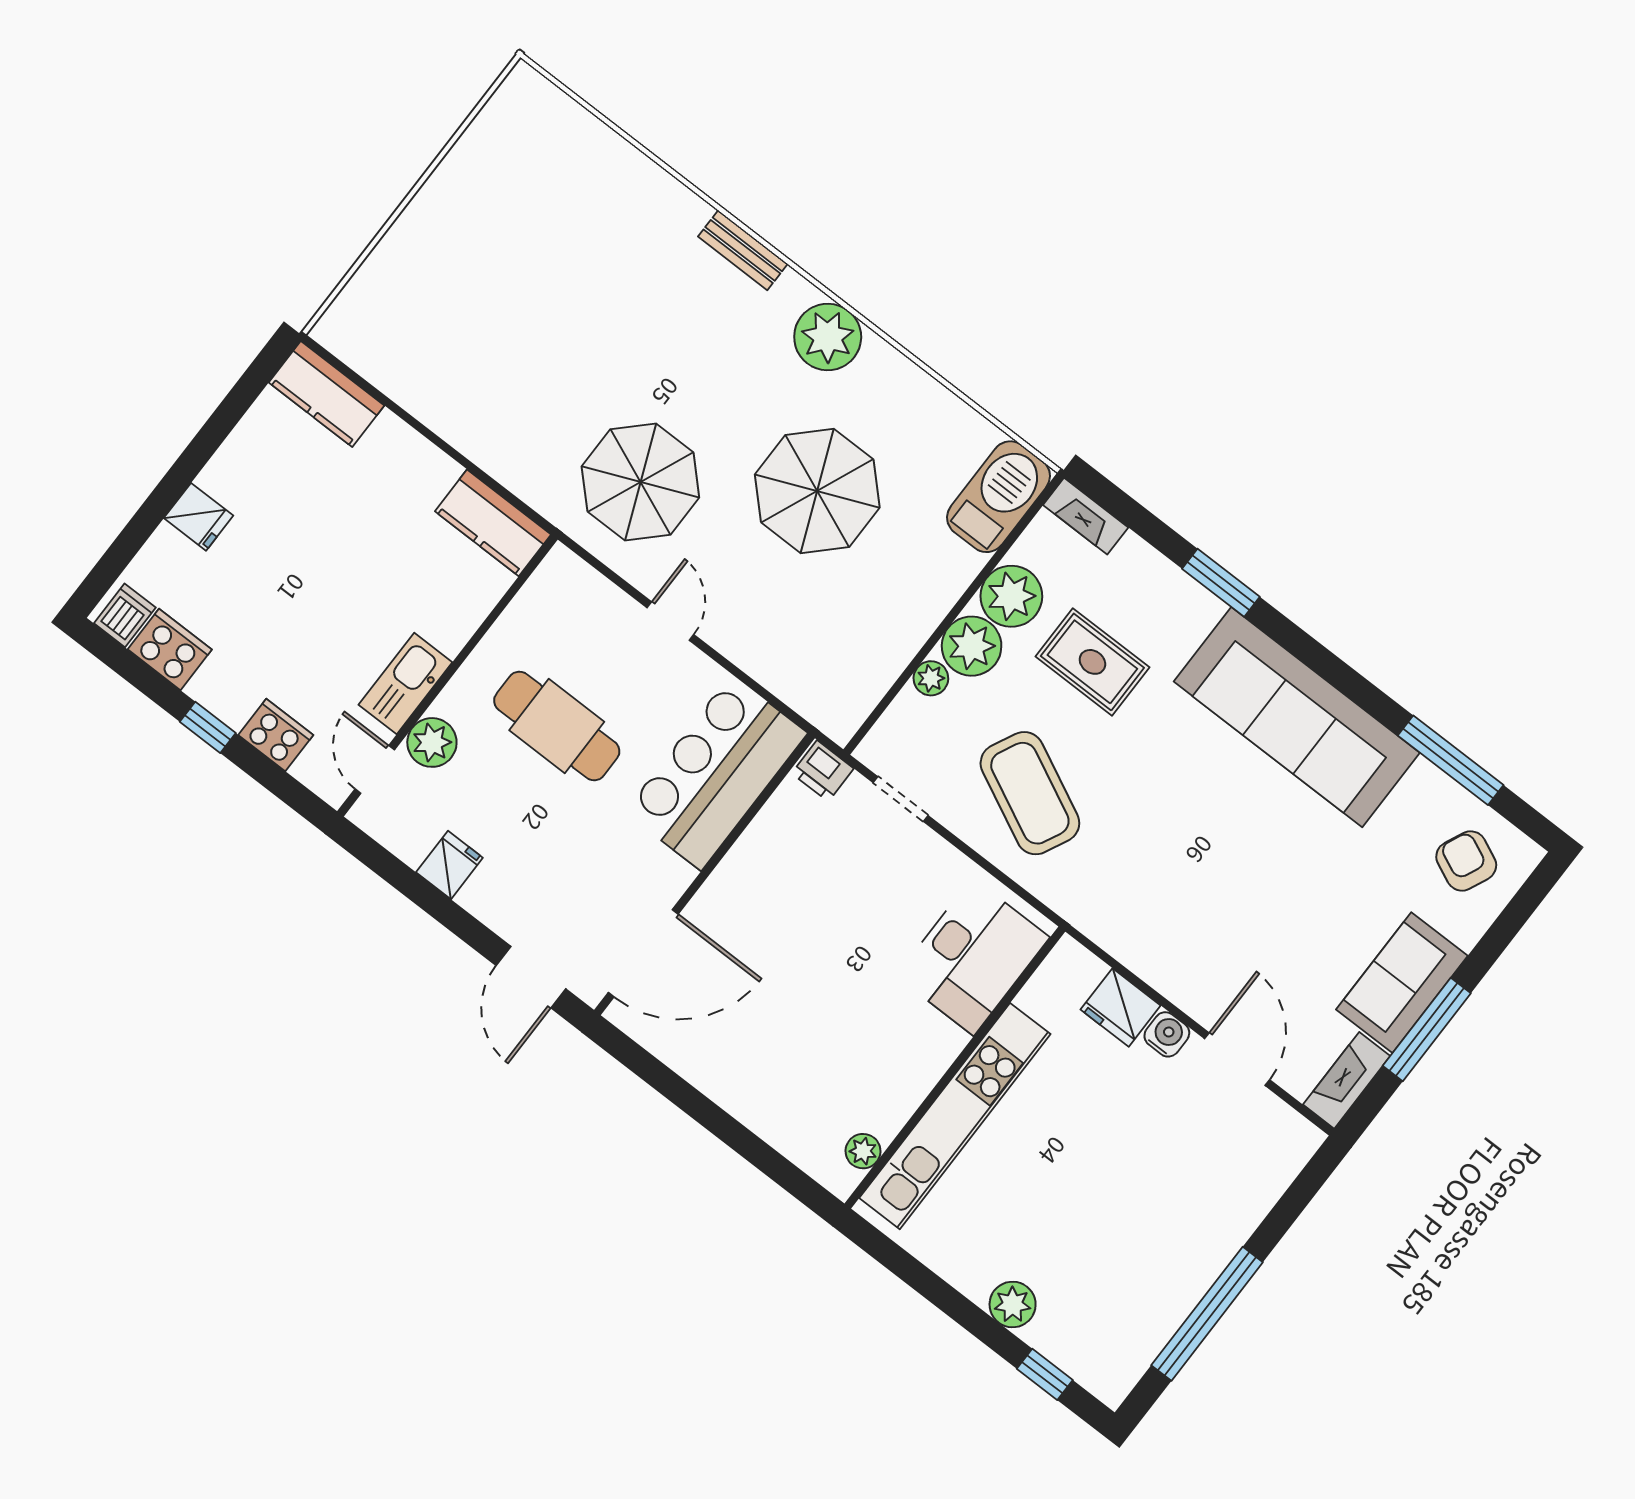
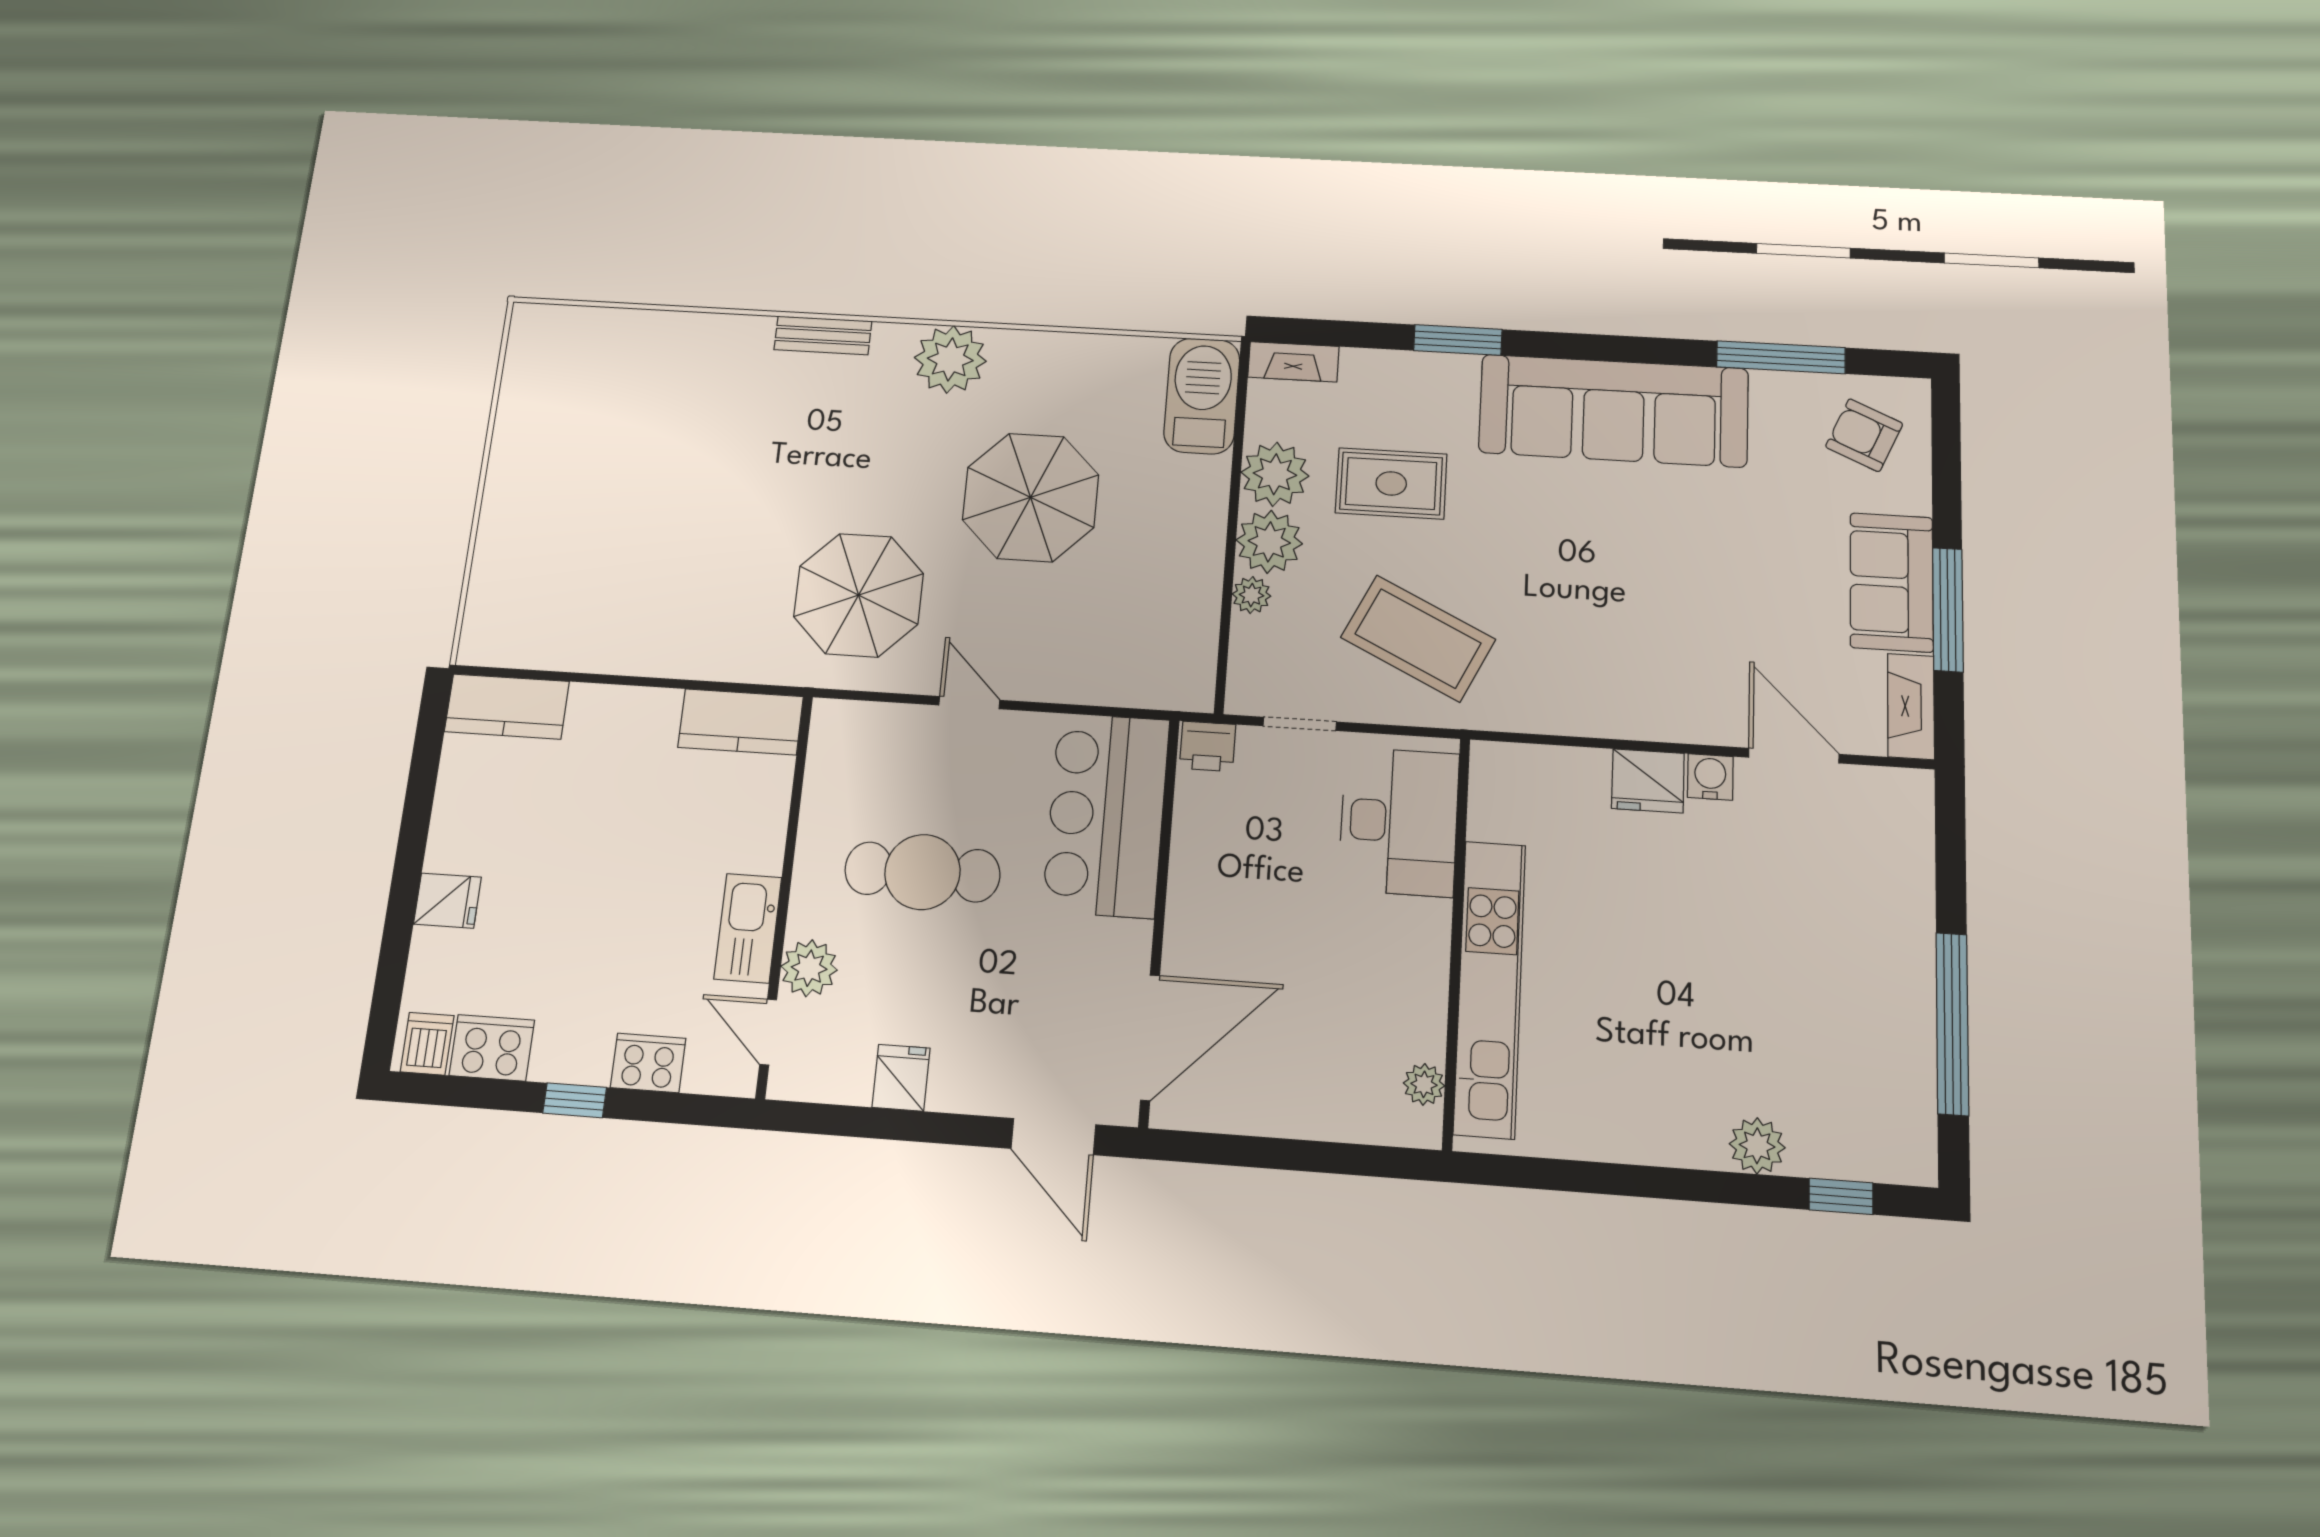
desk: (973, 957) -> (1399, 822), moved
wall: (955, 1068) -> (1456, 940), moved
kitchen unit: (955, 1116) -> (1490, 988), moved
plant: (863, 1151) -> (1424, 1084), moved

